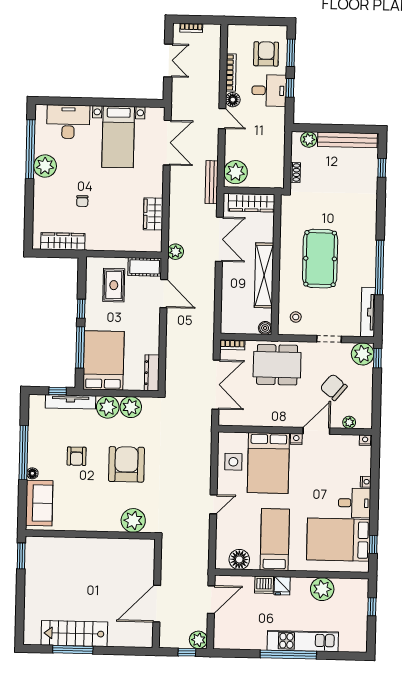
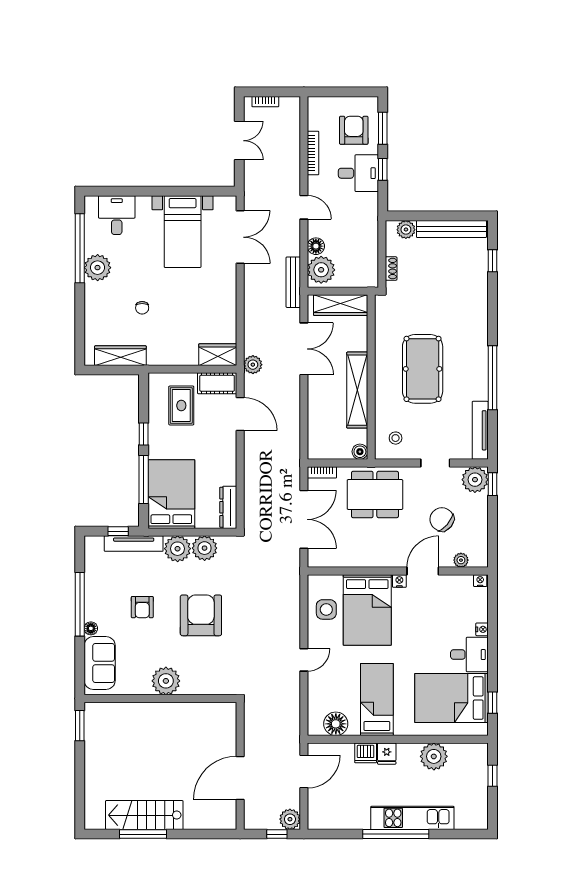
floor lamp: (233, 100) -> (316, 246), moved
desk: (68, 122) -> (117, 215), width x0.73
wardrobe: (153, 214) -> (218, 355), moved, turned 90
plant: (133, 520) -> (166, 681), moved

